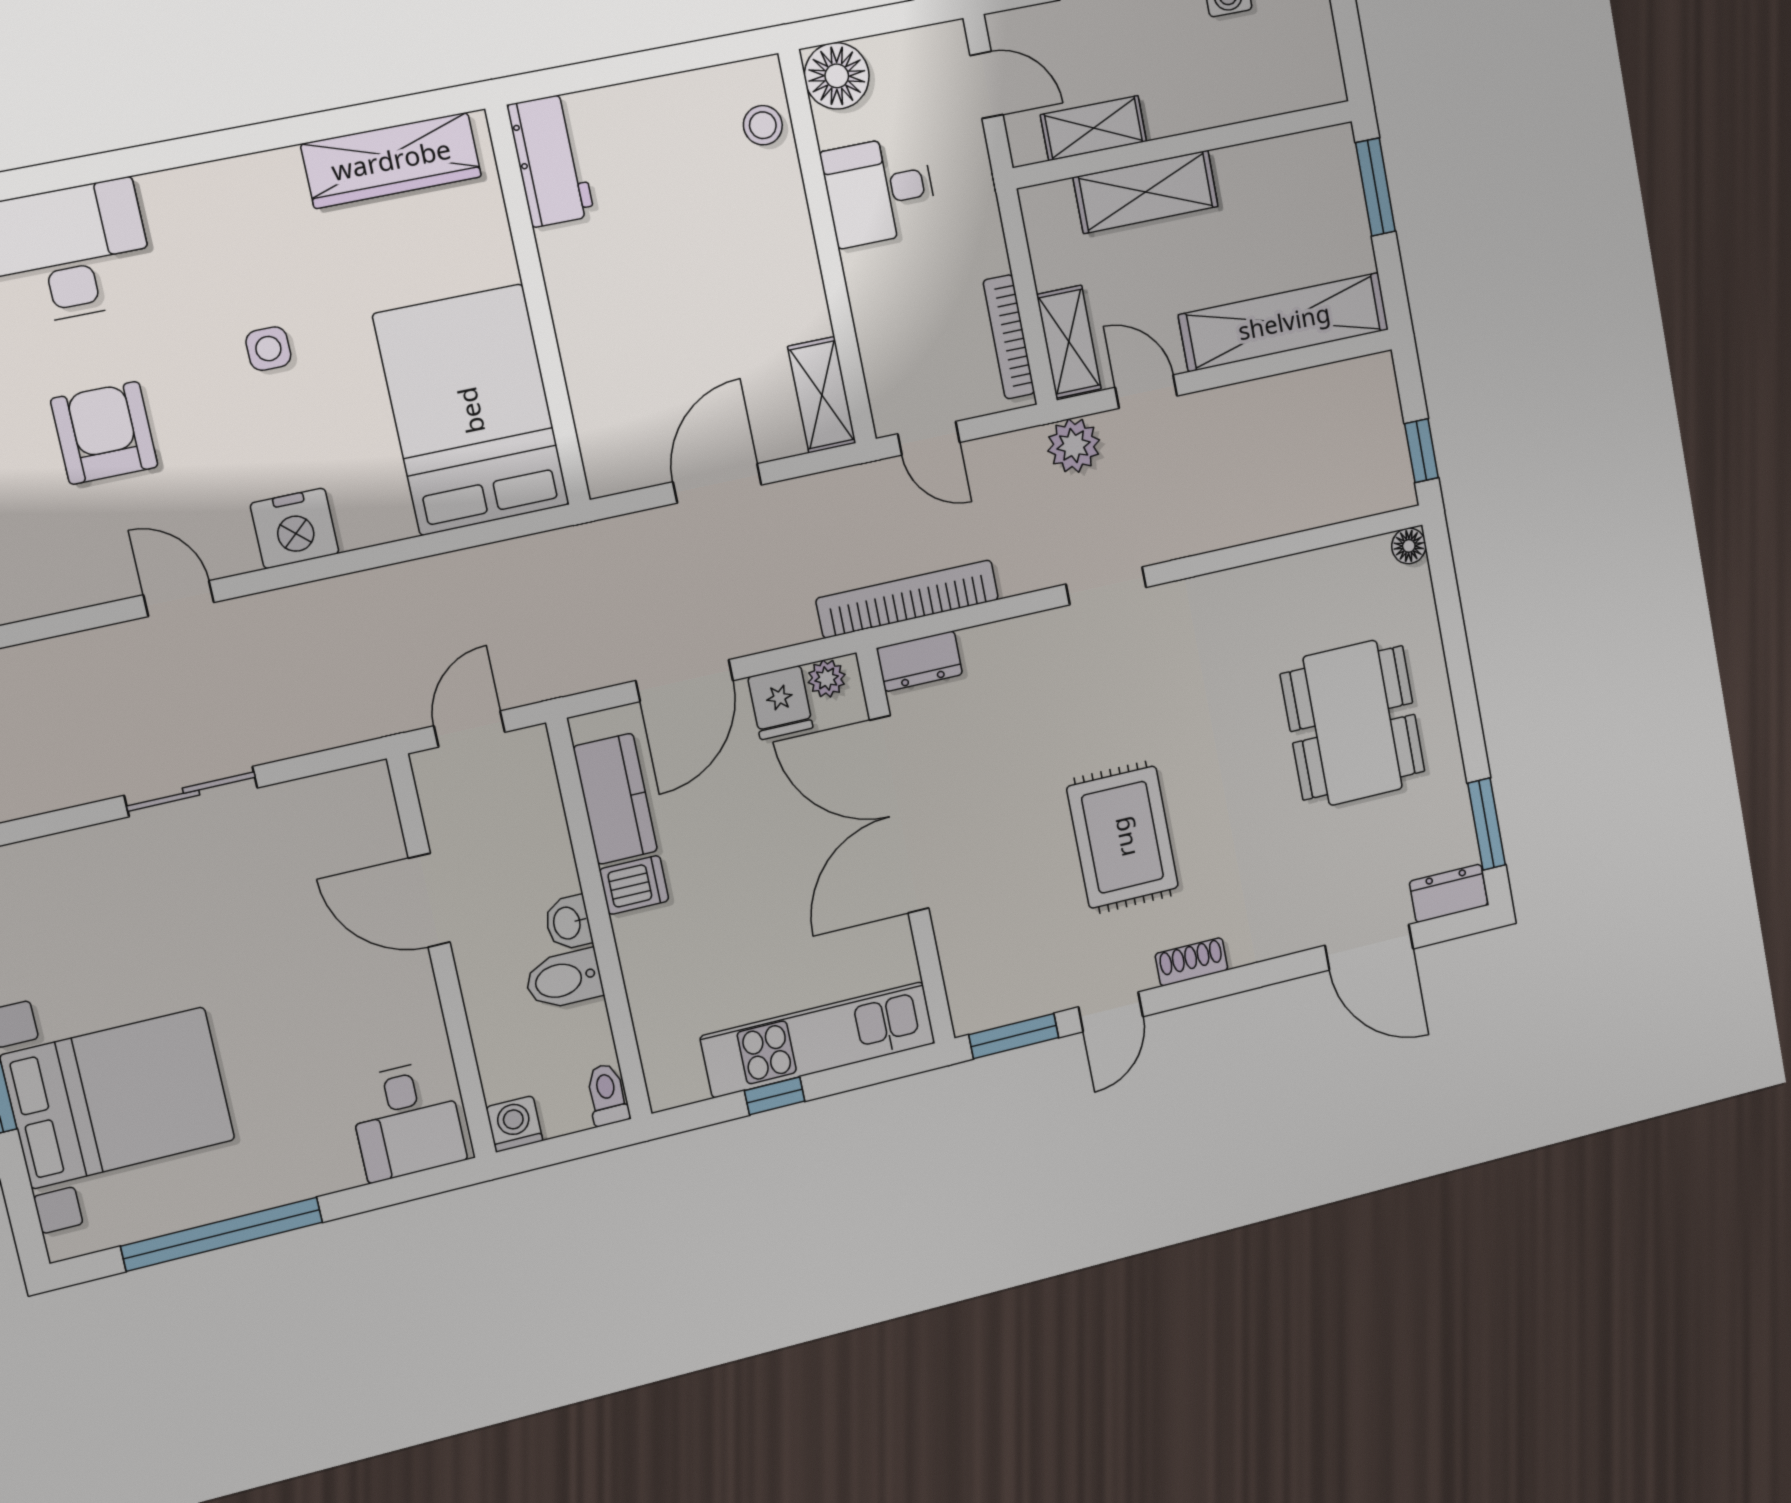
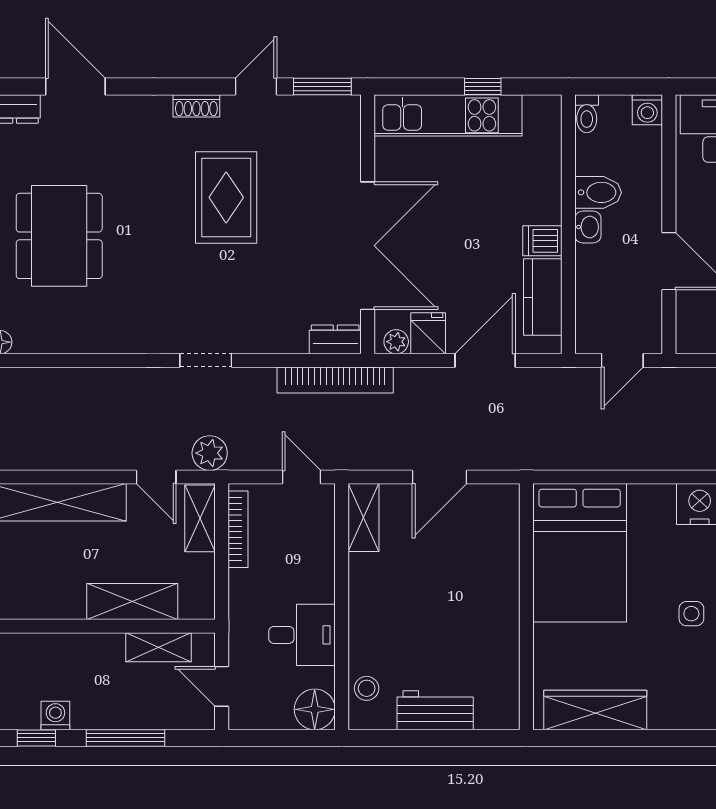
workbench: (551, 160) -> (435, 710), moved, turned 90

